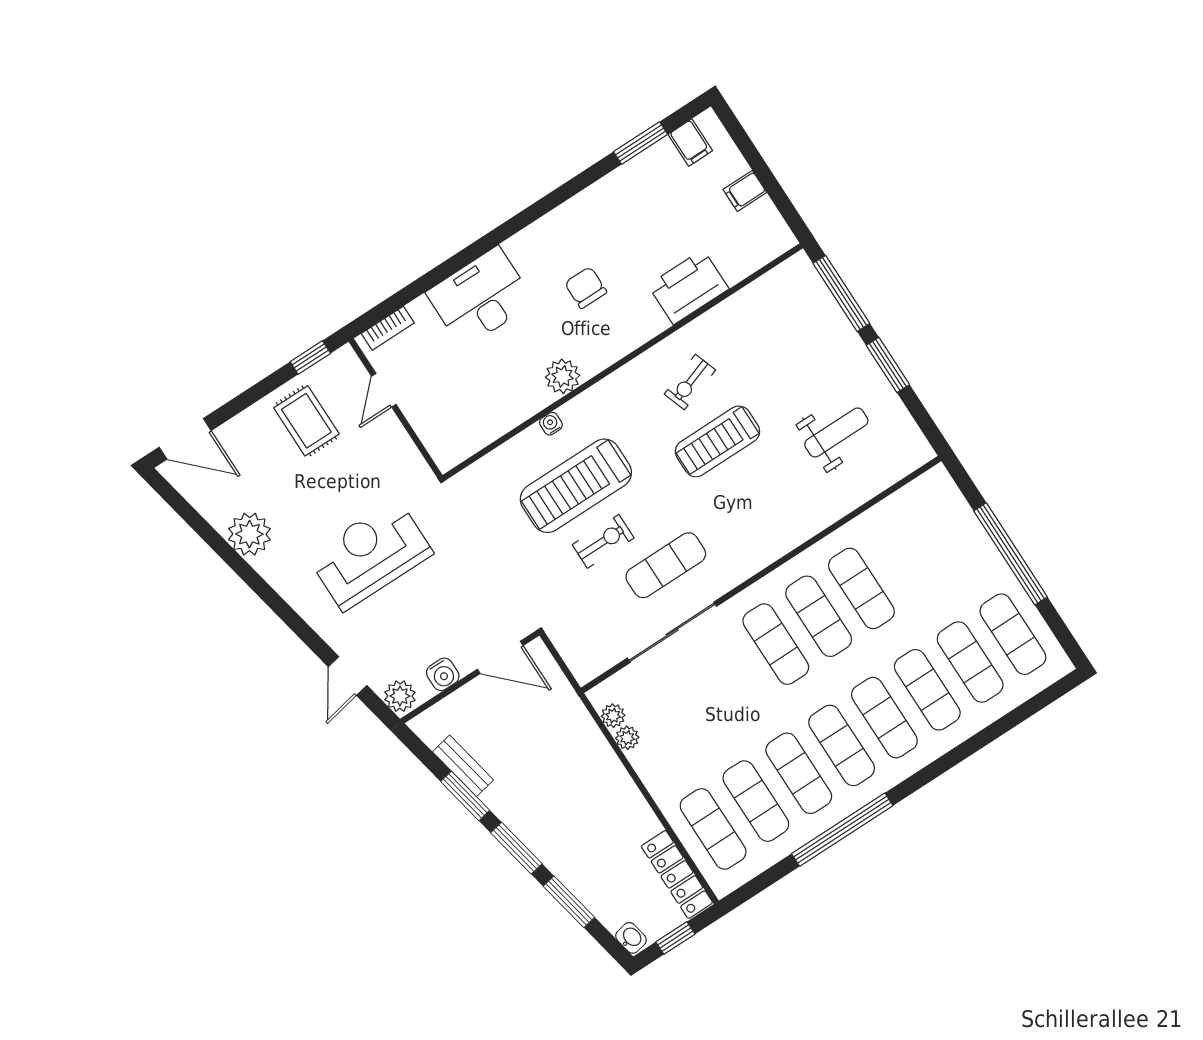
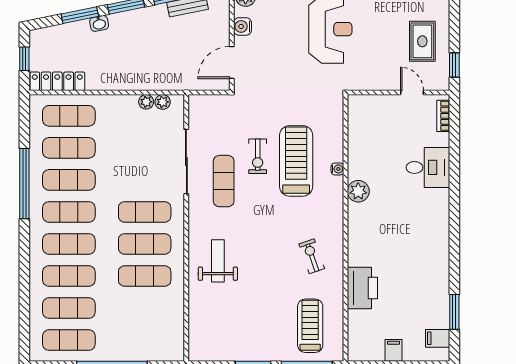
chair: (586, 288) -> (397, 234), removed
desk: (480, 297) -> (428, 167), width x0.73
rug: (306, 421) -> (422, 41), turned 90
weight bench: (836, 432) -> (218, 261), moved, turned 180
treadmill: (717, 441) -> (310, 326), moved
washbasin: (631, 938) -> (99, 23), moved

